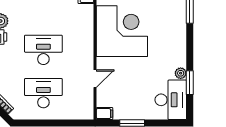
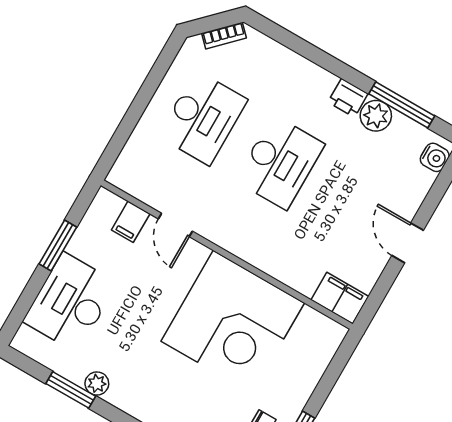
desk: (171, 100) -> (70, 302), moved, turned 90
filing cabinet: (105, 114) -> (131, 222), moved

